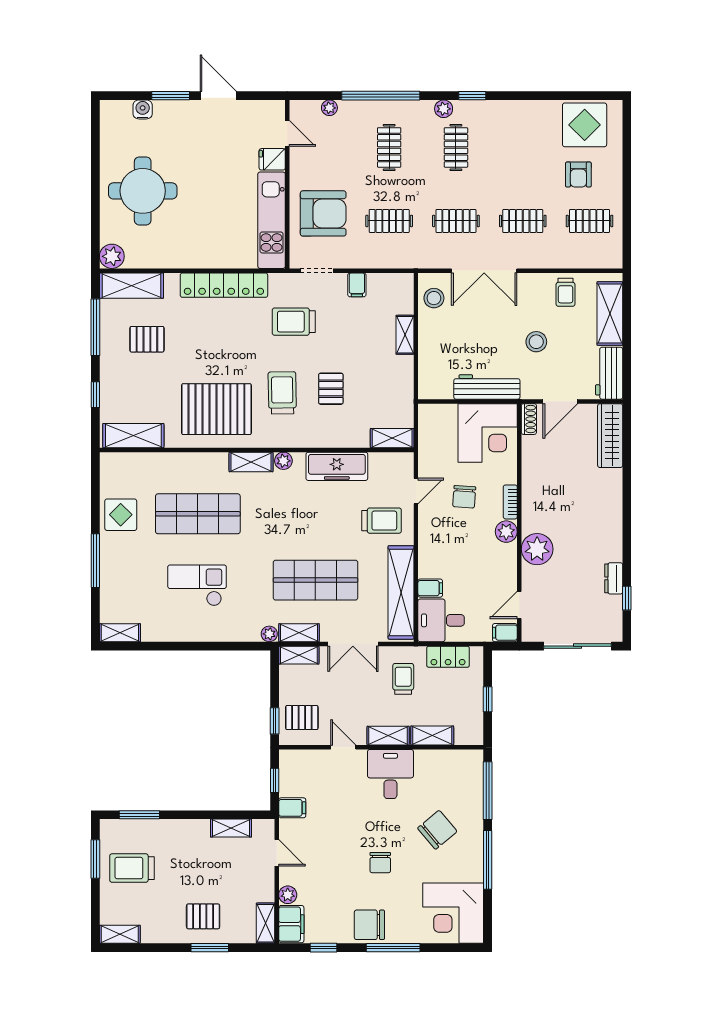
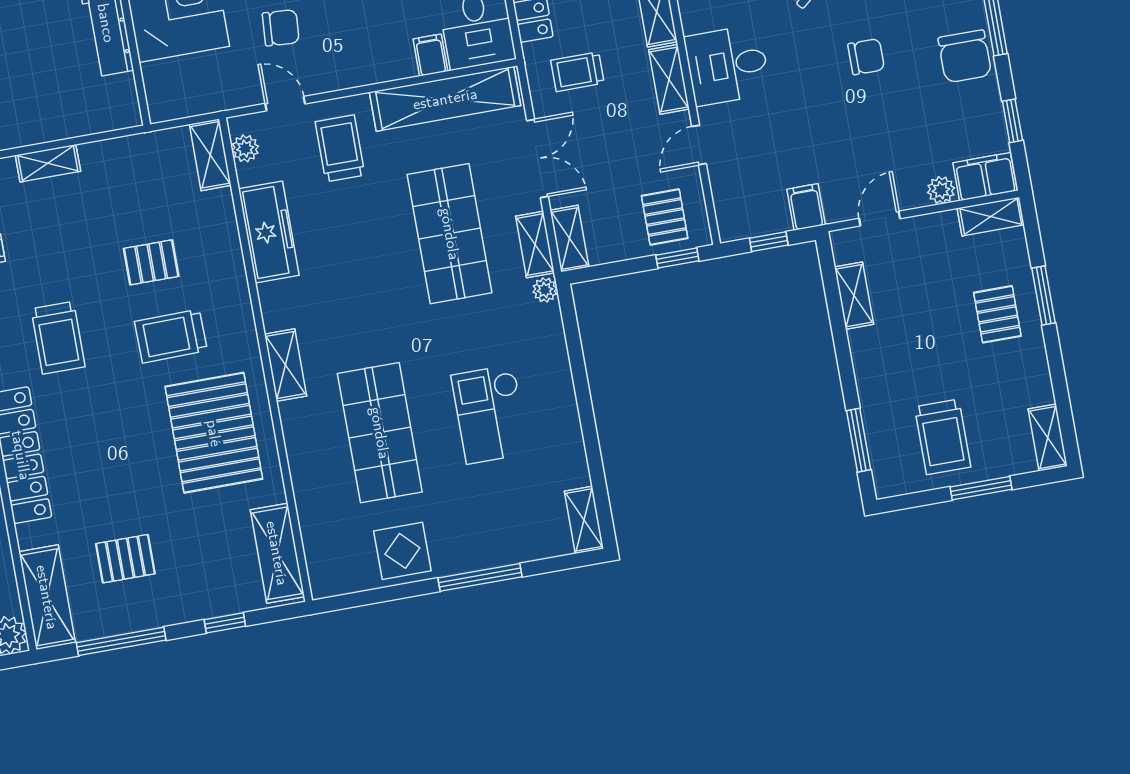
pallet: (147, 339) -> (125, 559), turned 90
plant: (283, 461) -> (245, 148), moved
window: (95, 859) -> (981, 488), moved

